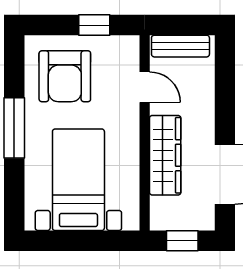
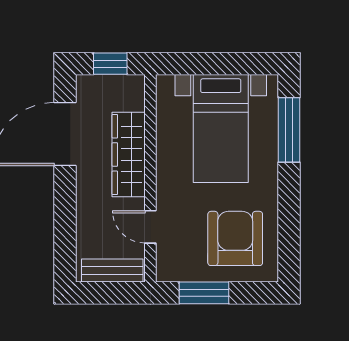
window: (94, 25) -> (204, 293), width x1.50
window: (14, 128) -> (289, 130), moved

